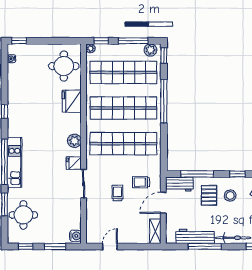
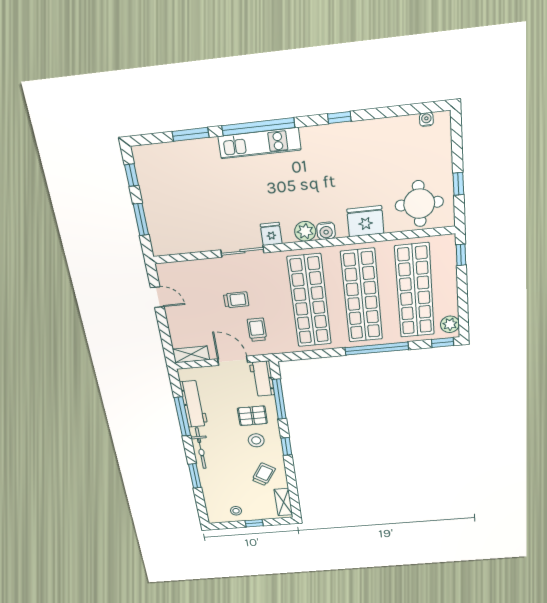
window: (19, 41) -> (458, 184), moved
window: (133, 41) -> (463, 300), removed
plant: (91, 48) -> (449, 241), removed
round table: (23, 215) -> (179, 166), removed
water cooler: (75, 236) -> (326, 231), moved

